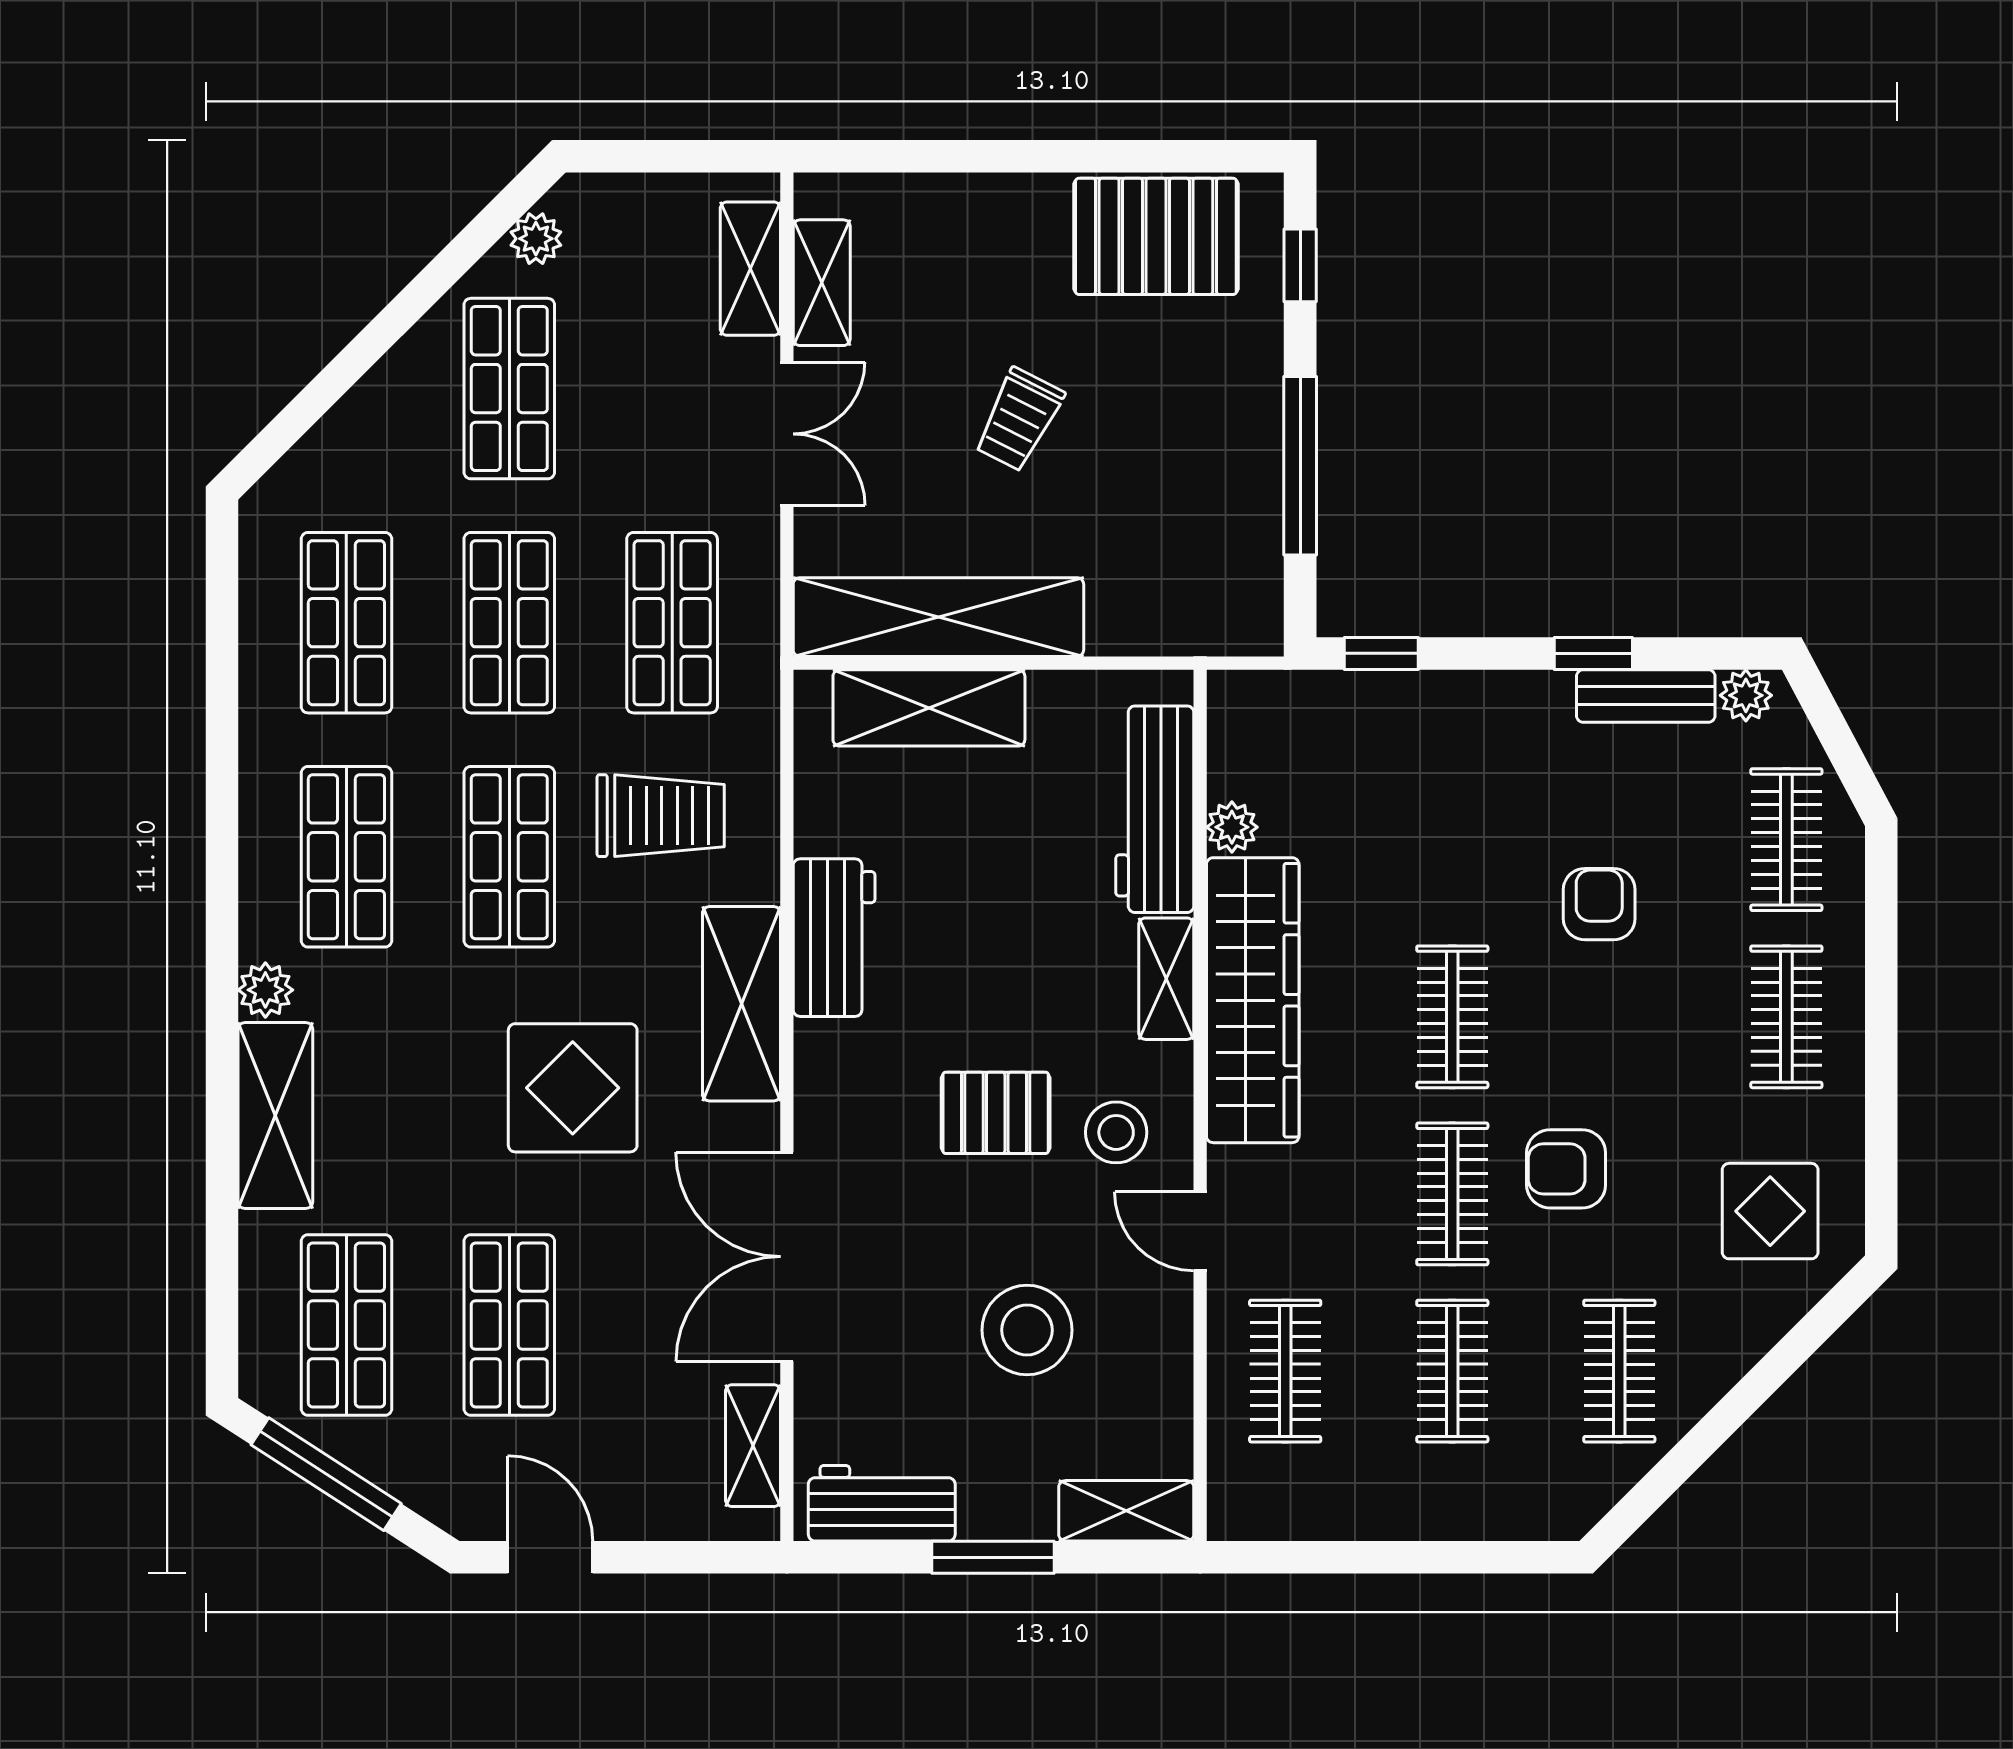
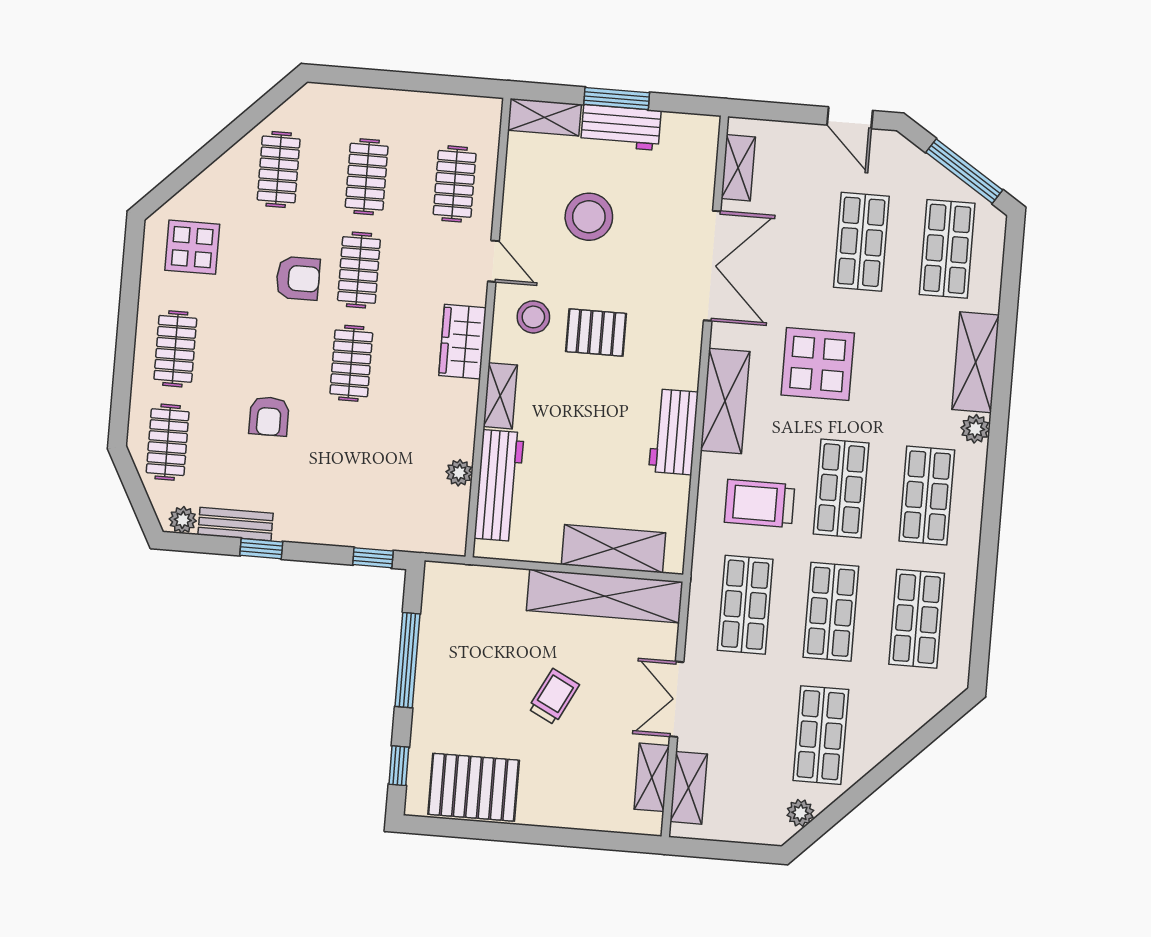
wardrobe: (1253, 1000) -> (463, 342), width x0.48, depth x0.85
workbench: (882, 1503) -> (621, 127), moved

